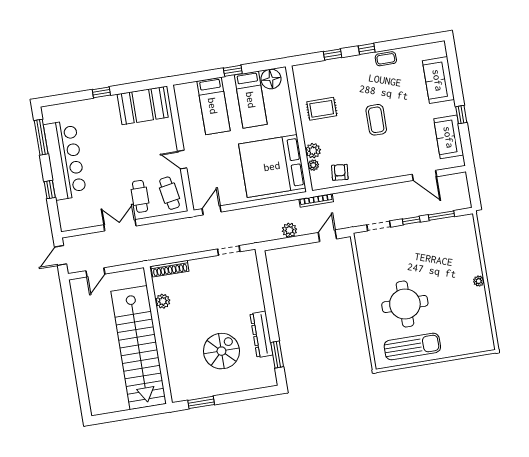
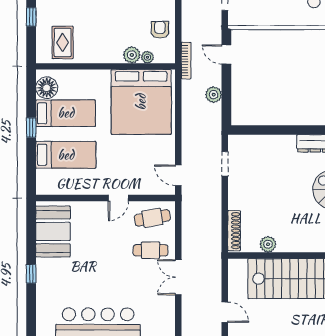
rug: (322, 109) -> (63, 43), moved
armchair: (340, 172) -> (160, 30), turned 84

